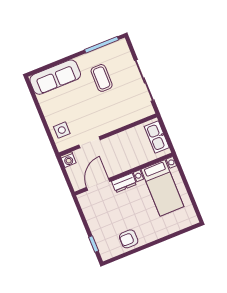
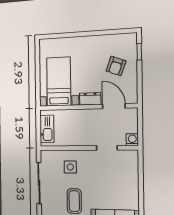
side table: (62, 130) -> (70, 167), moved
door: (98, 184) -> (114, 106), swing flipped
armchair: (129, 239) -> (116, 66), moved, turned 110

